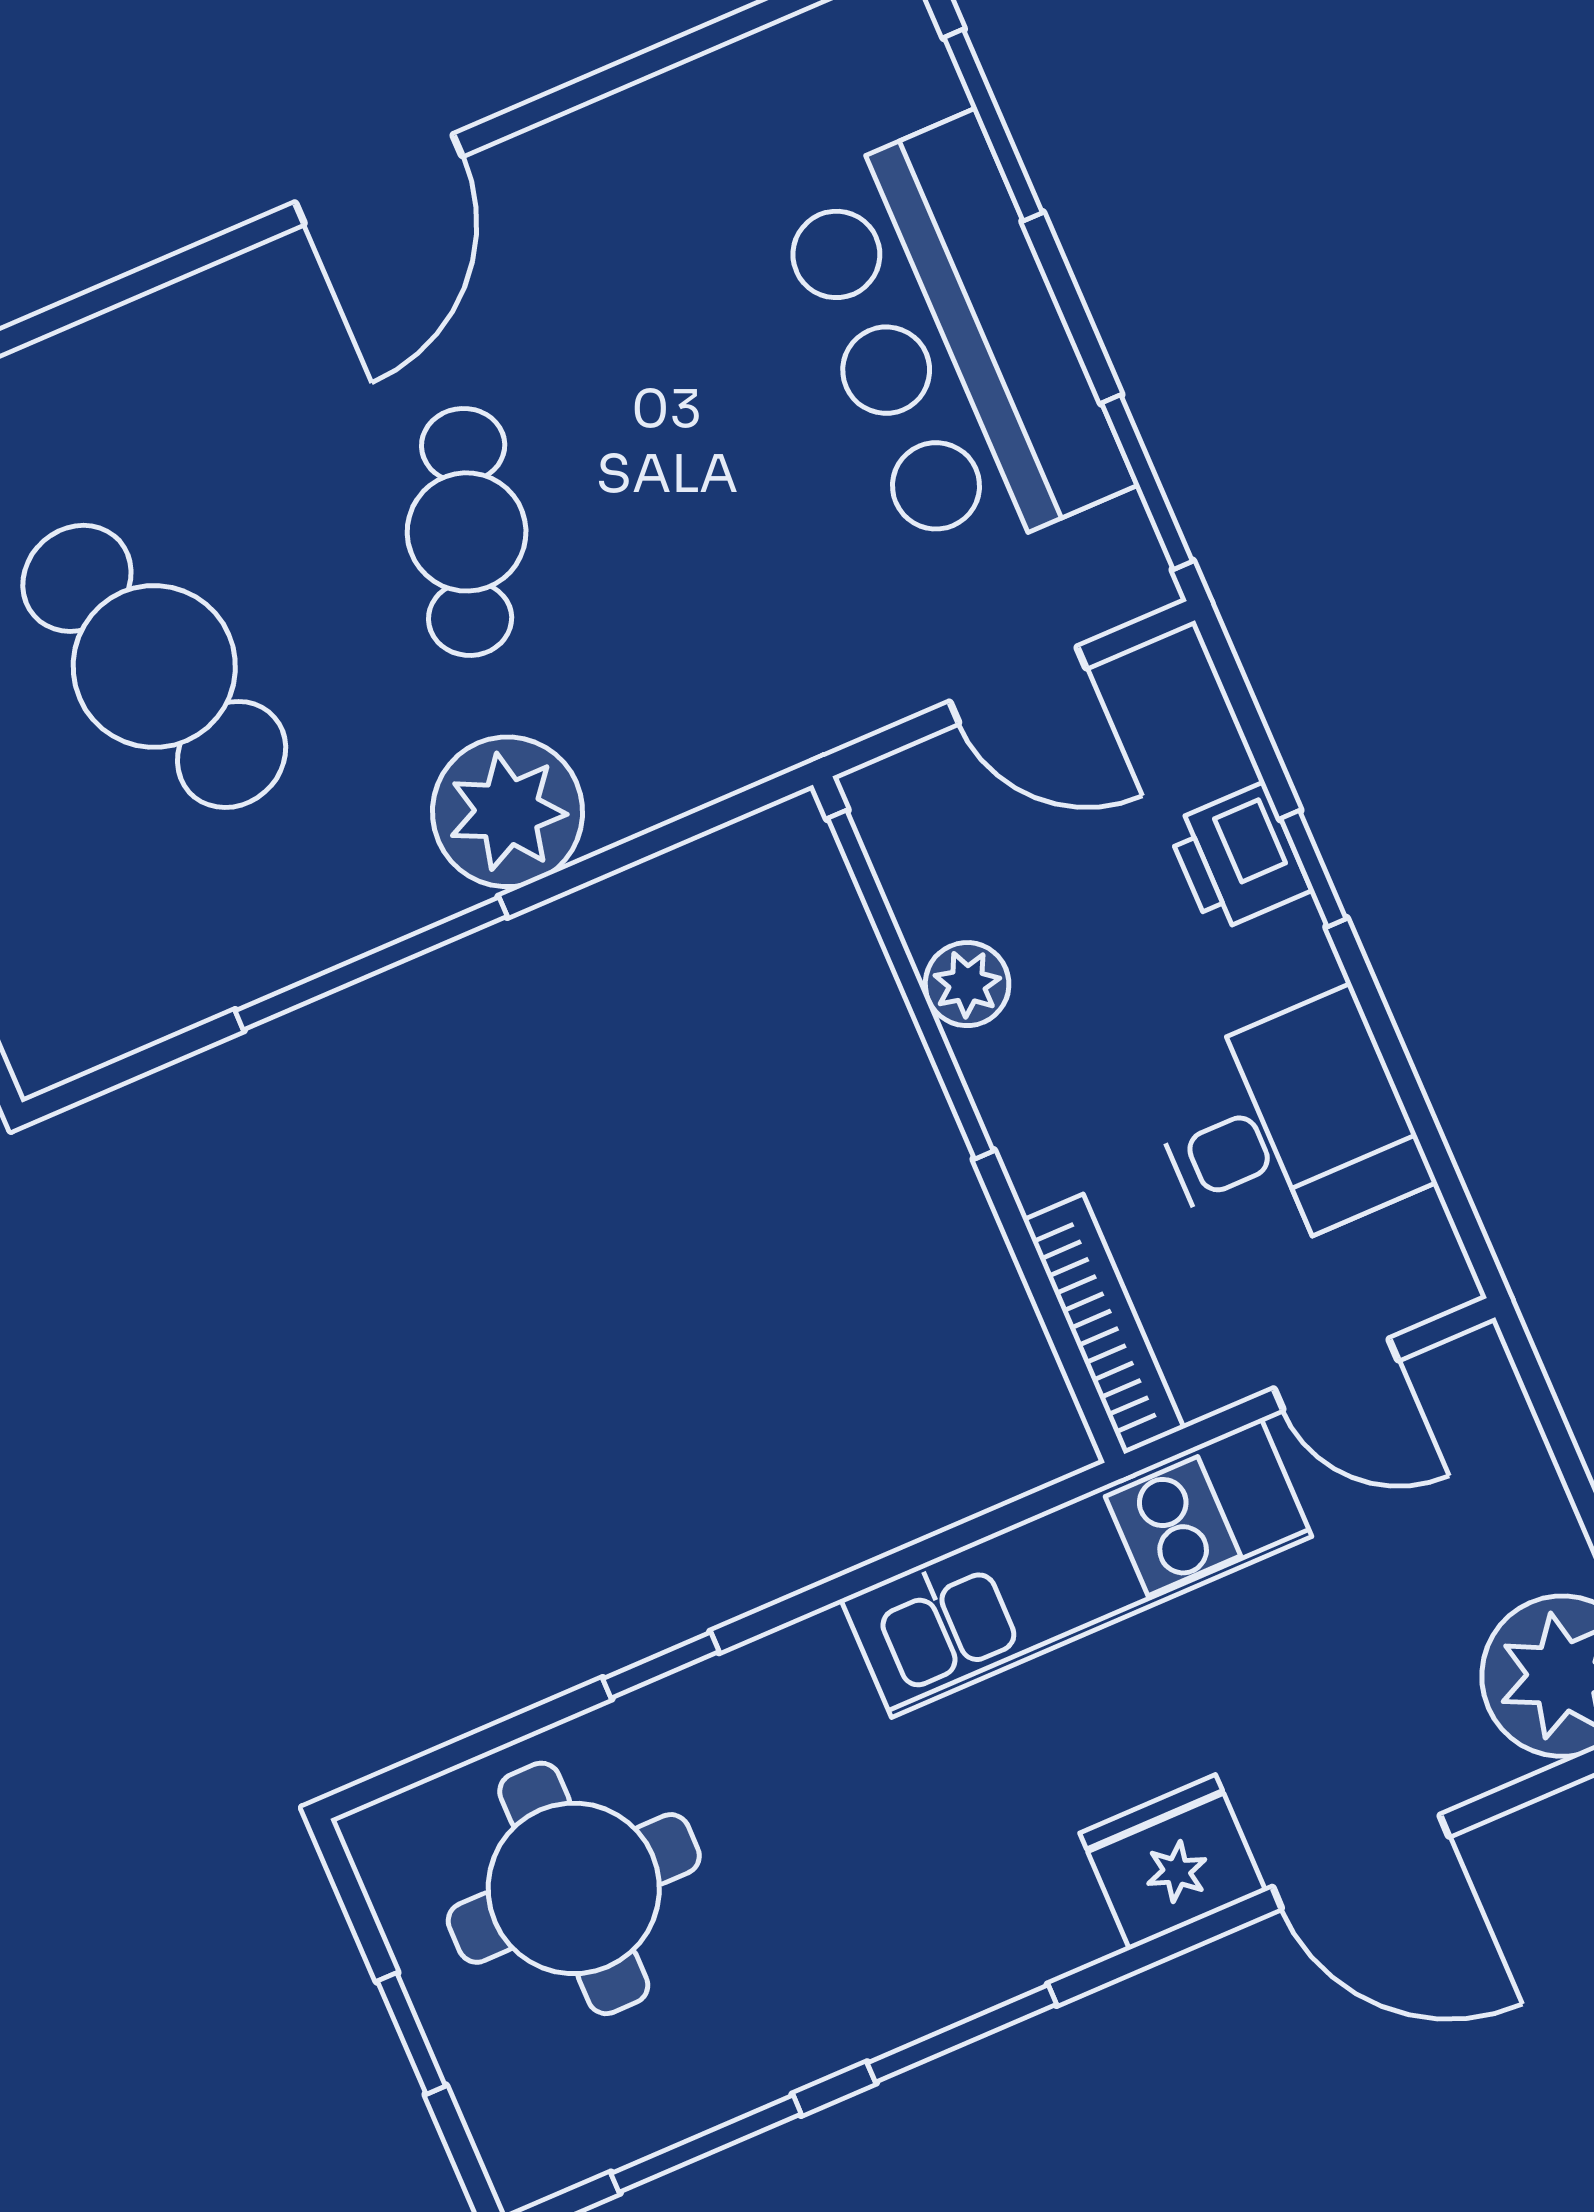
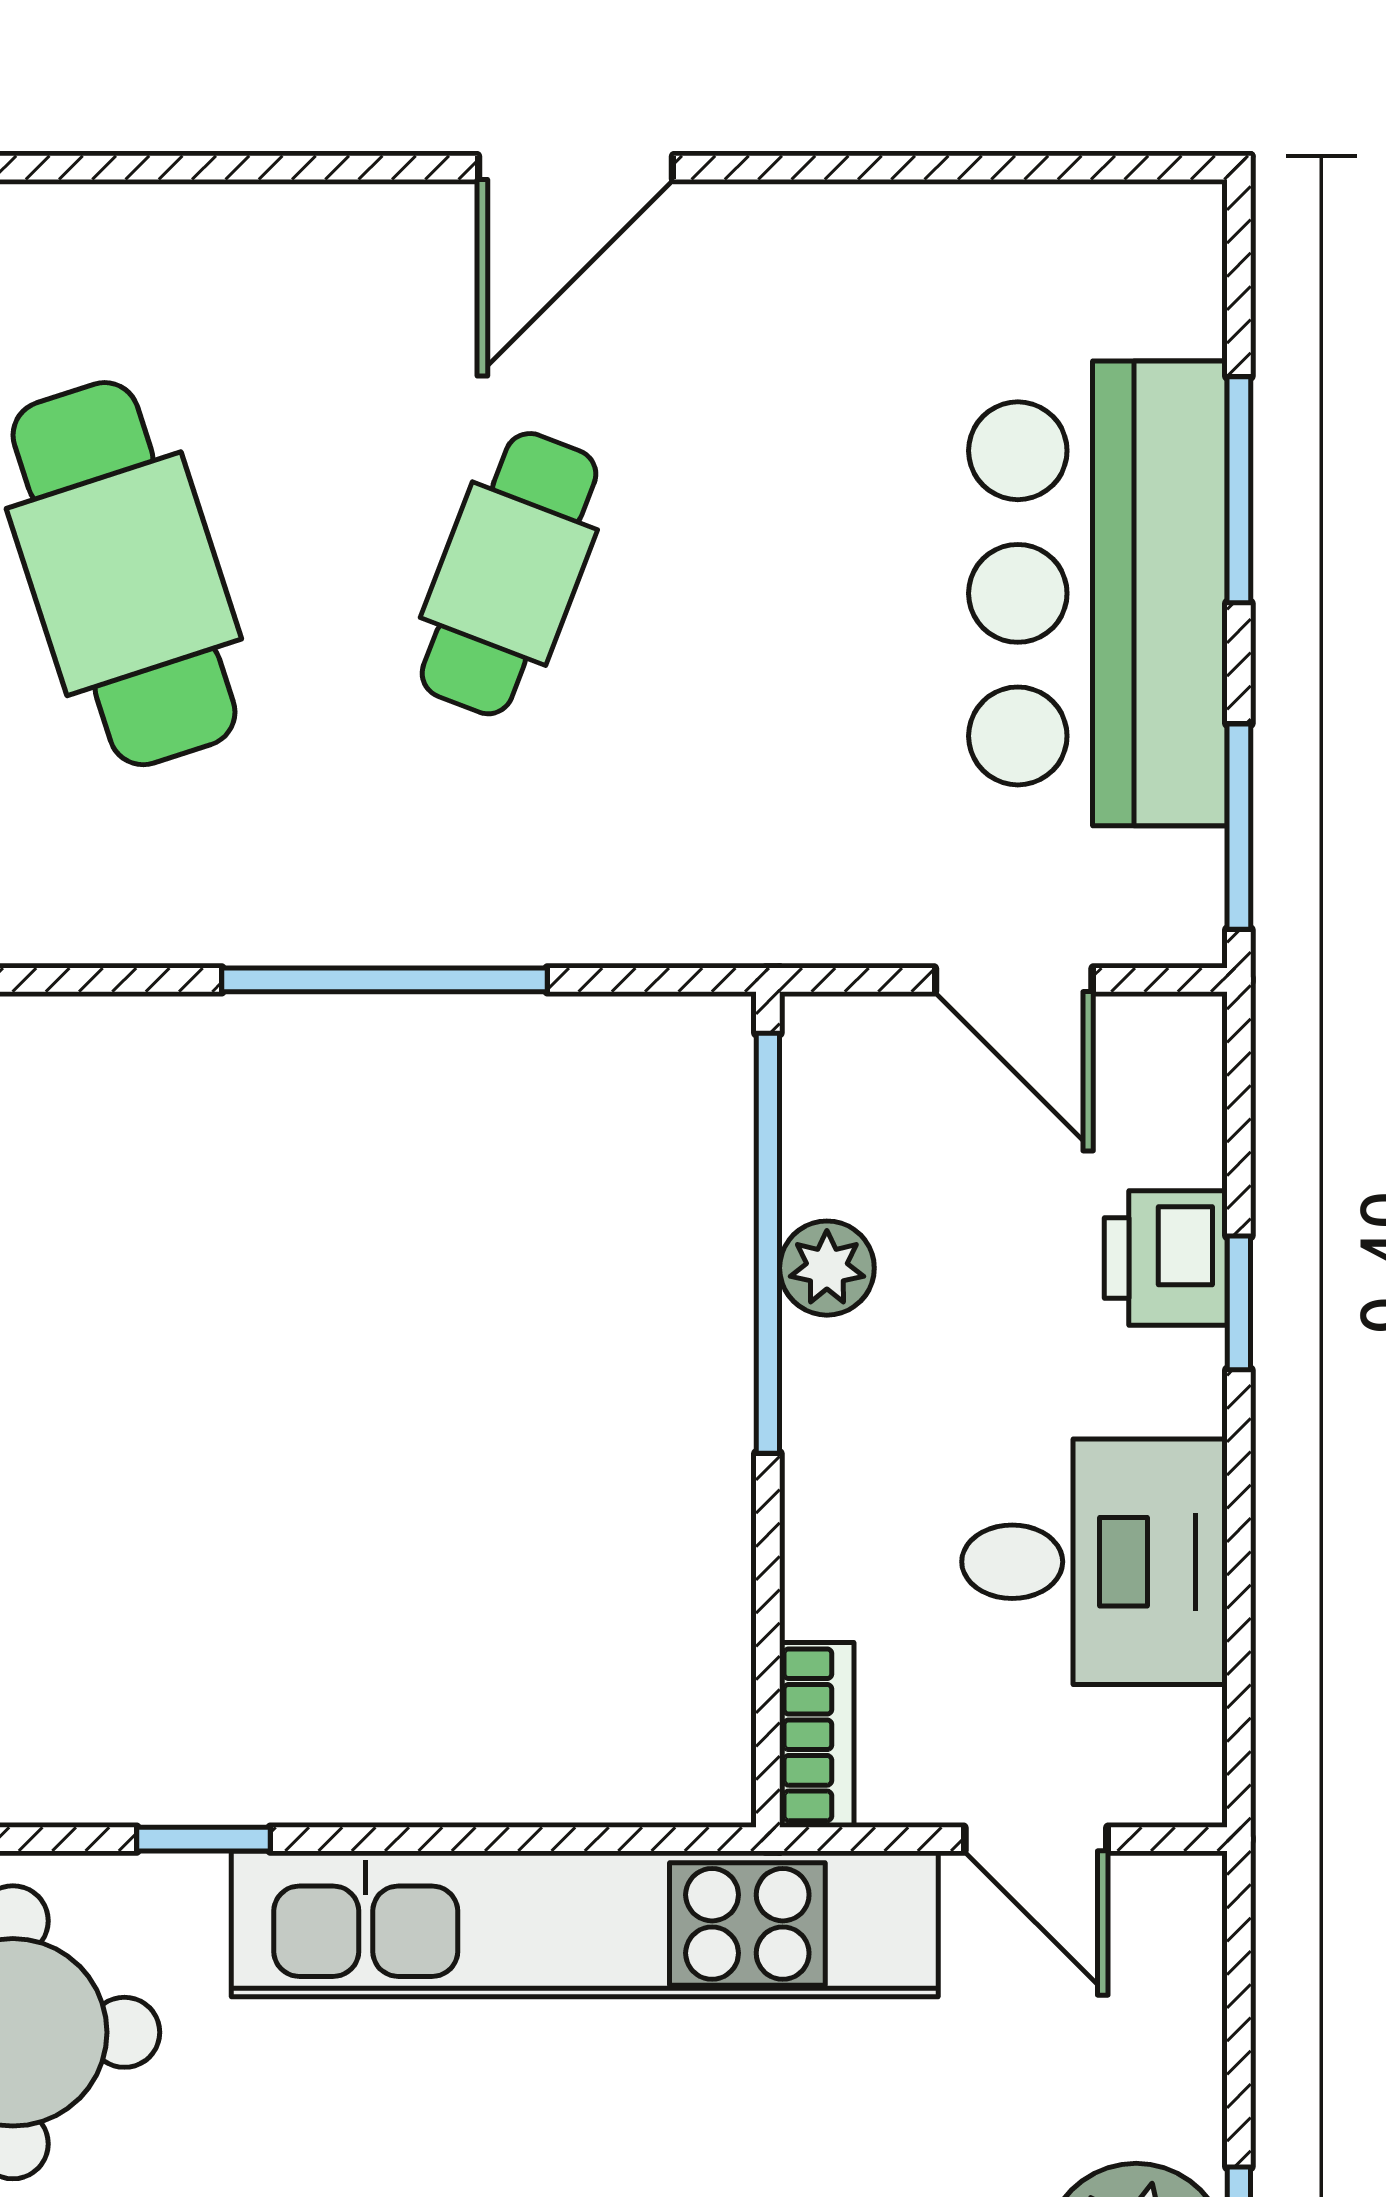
window: (993, 125) -> (1239, 490), moved
plant: (507, 812) -> (426, 883), removed
window: (371, 964) -> (385, 980), moved
bookcase: (1104, 1324) -> (817, 1735), width x0.64
kitchen unit: (1076, 1568) -> (585, 1924), width x1.36

